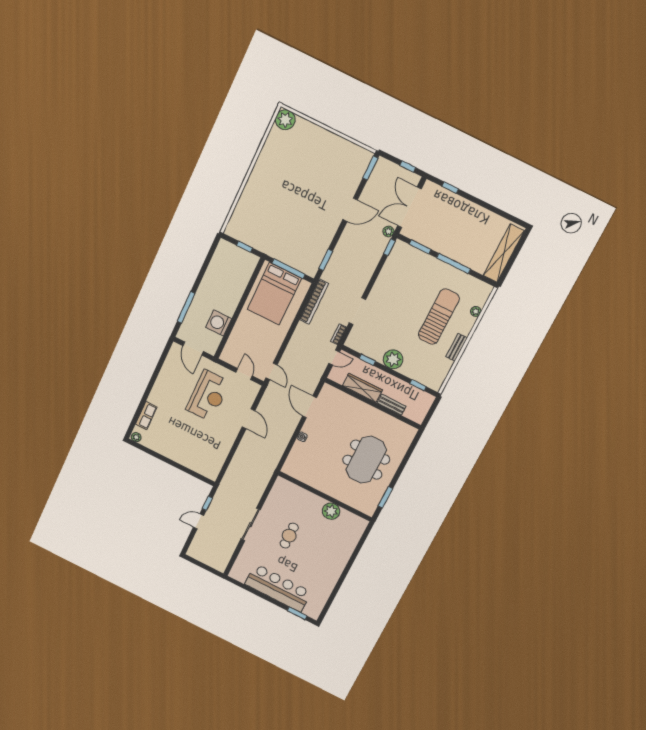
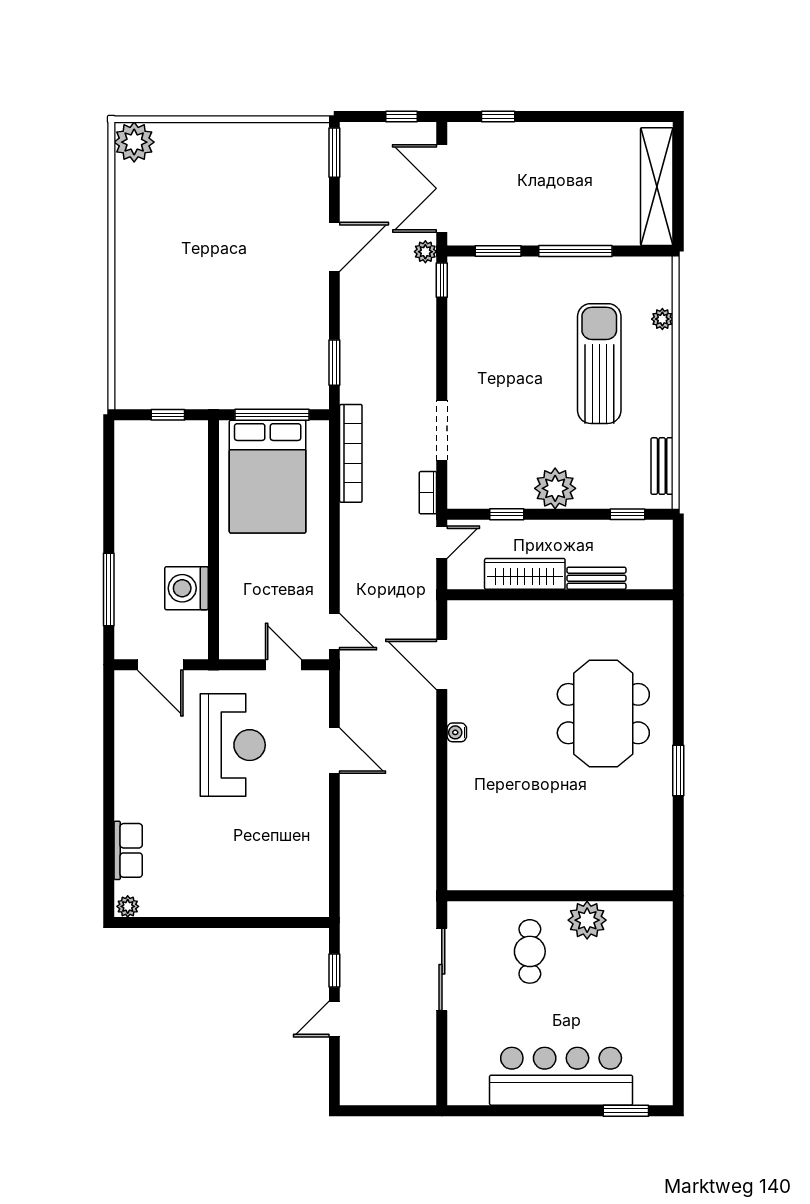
bench: (457, 347) -> (662, 466), moved
wall: (325, 496) -> (560, 896), moved
plant: (331, 511) -> (587, 920), moved

